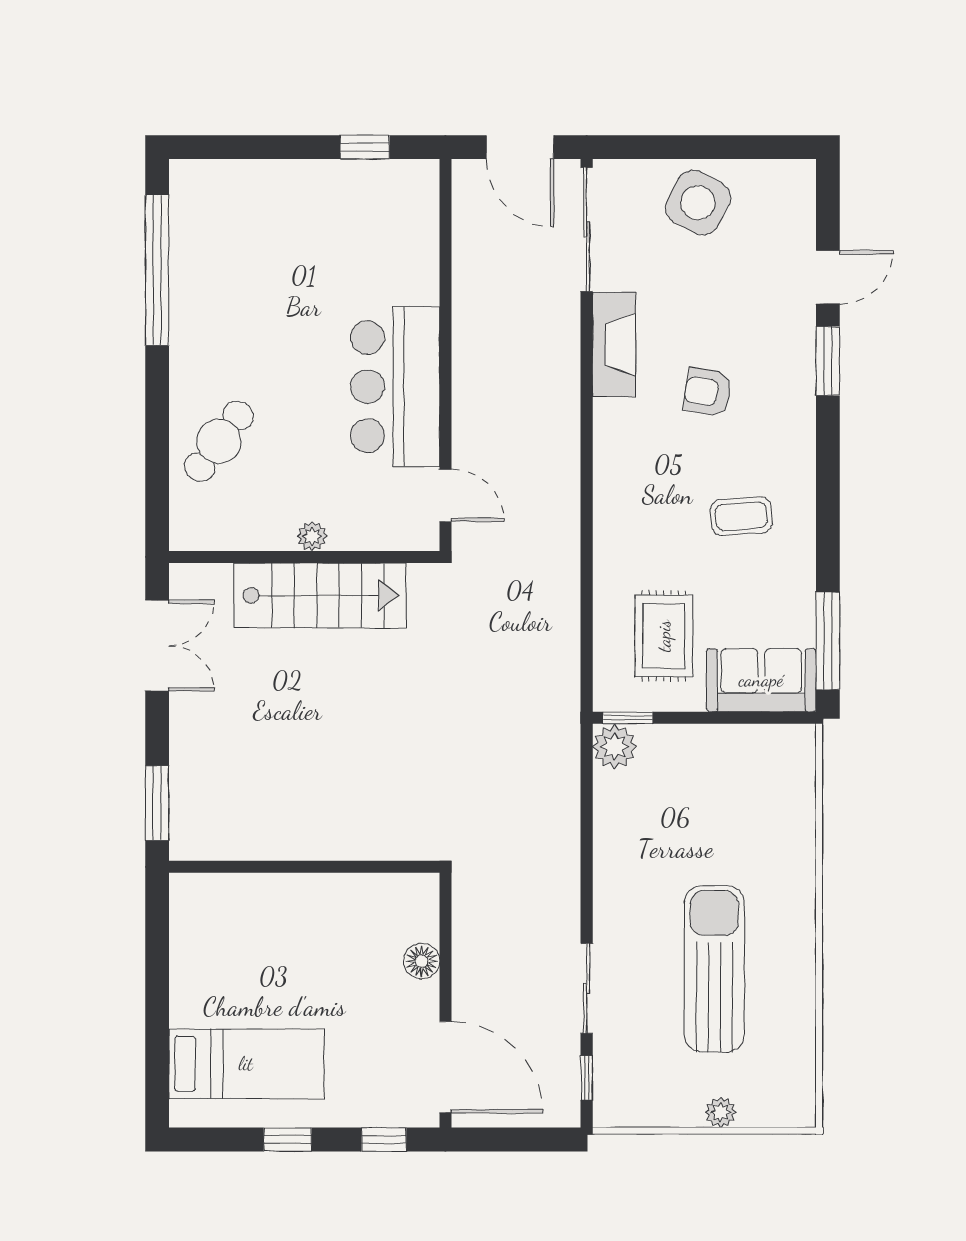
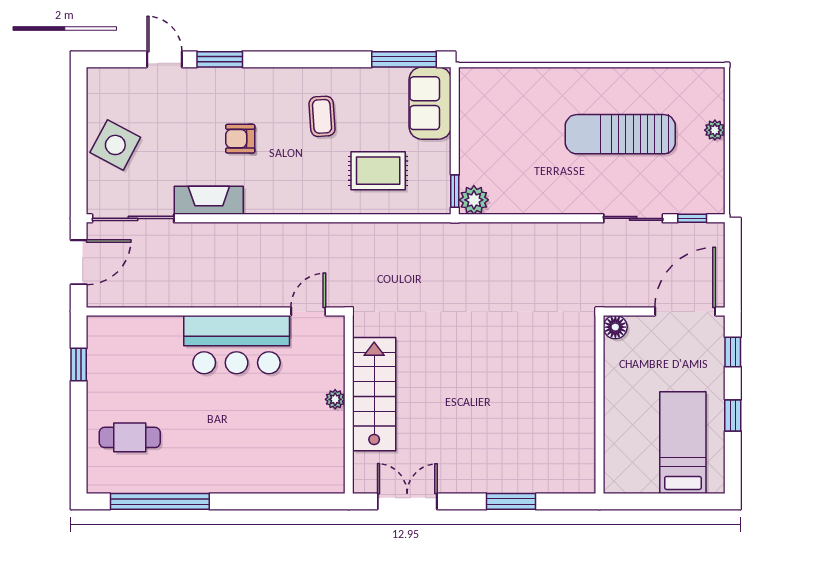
armchair: (708, 392) -> (240, 139), turned 81
cafe table: (219, 441) -> (130, 437), moved, turned -37
rug: (664, 636) -> (378, 171), moved
wall: (304, 867) -> (600, 404), moved

